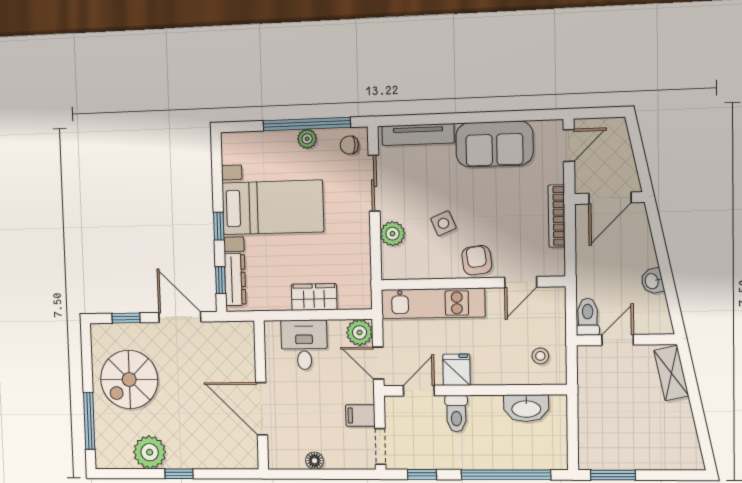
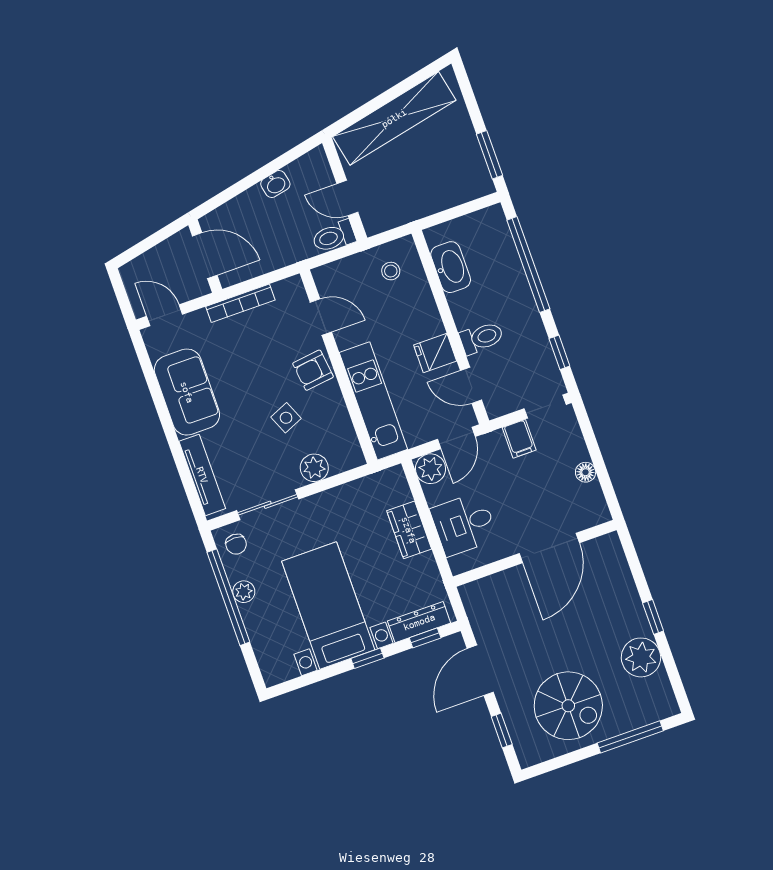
shelving: (671, 373) -> (394, 118), width x2.20, depth x1.33

